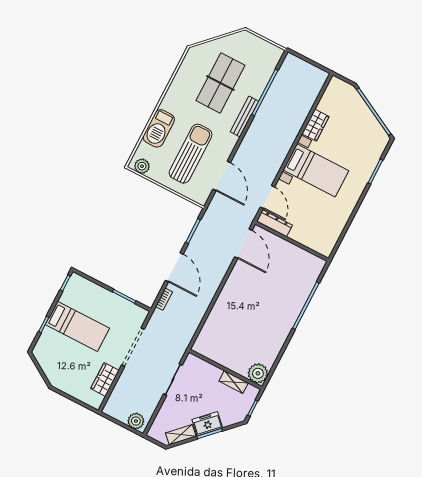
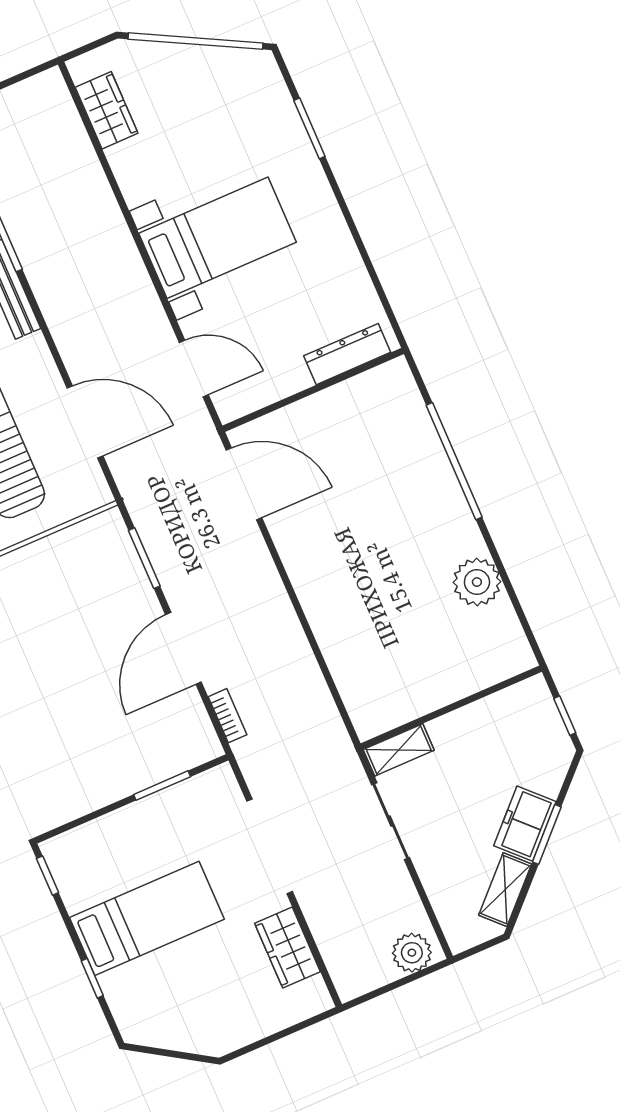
wardrobe: (316, 125) -> (107, 110), moved
dresser: (274, 223) -> (347, 354), moved
door: (174, 267) -> (183, 648), swing flipped
plant: (258, 373) -> (477, 582), moved
shelving: (234, 382) -> (399, 750), moved

